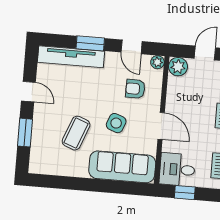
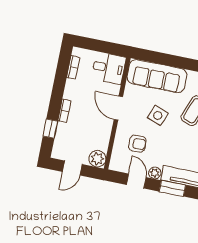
plant: (157, 62) -> (155, 173), moved
window: (185, 193) -> (104, 47), removed

